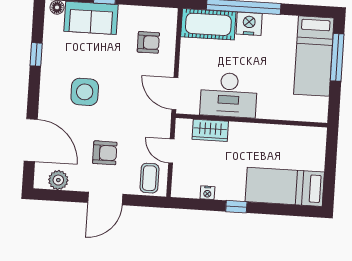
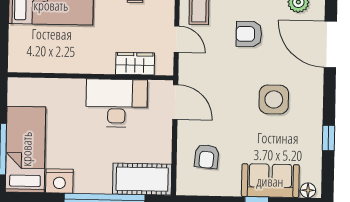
nightstand: (249, 24) -> (59, 181), moved
armchair: (148, 42) -> (207, 157), turned -85

